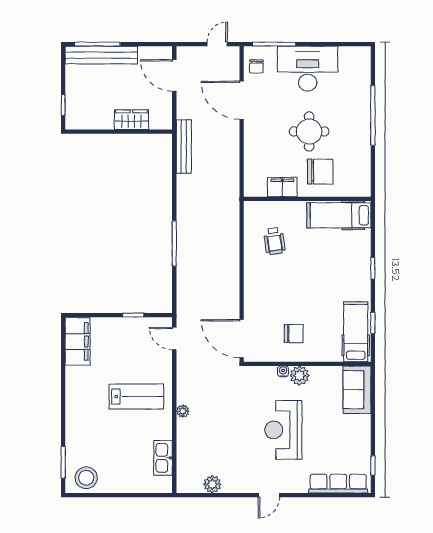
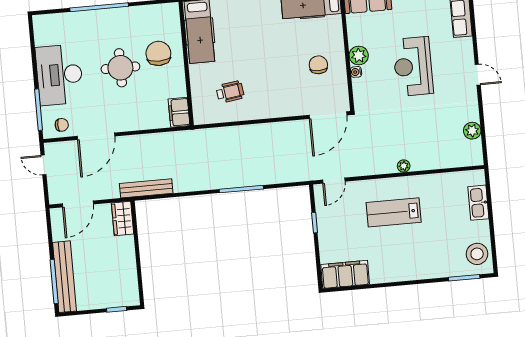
wardrobe: (131, 120) -> (123, 219), moved
filing cabinet: (282, 187) -> (179, 112), moved
lab bench: (136, 397) -> (394, 212), turned -90
reception desk: (283, 430) -> (413, 66), turned 90
kitchen sink: (163, 458) -> (478, 203), moved, turned 90

